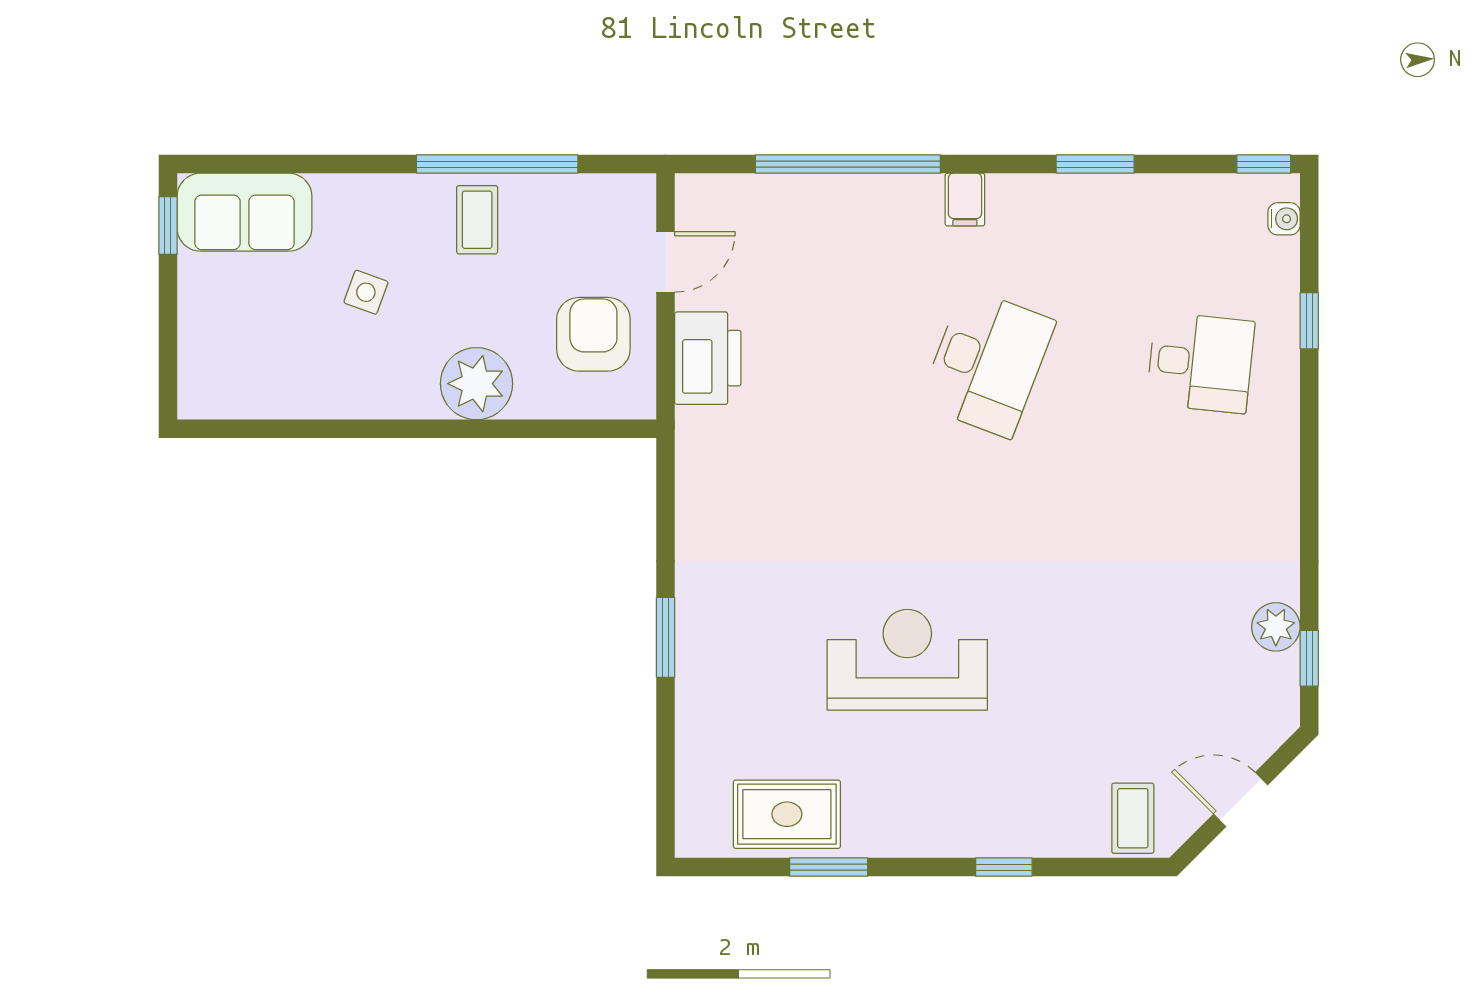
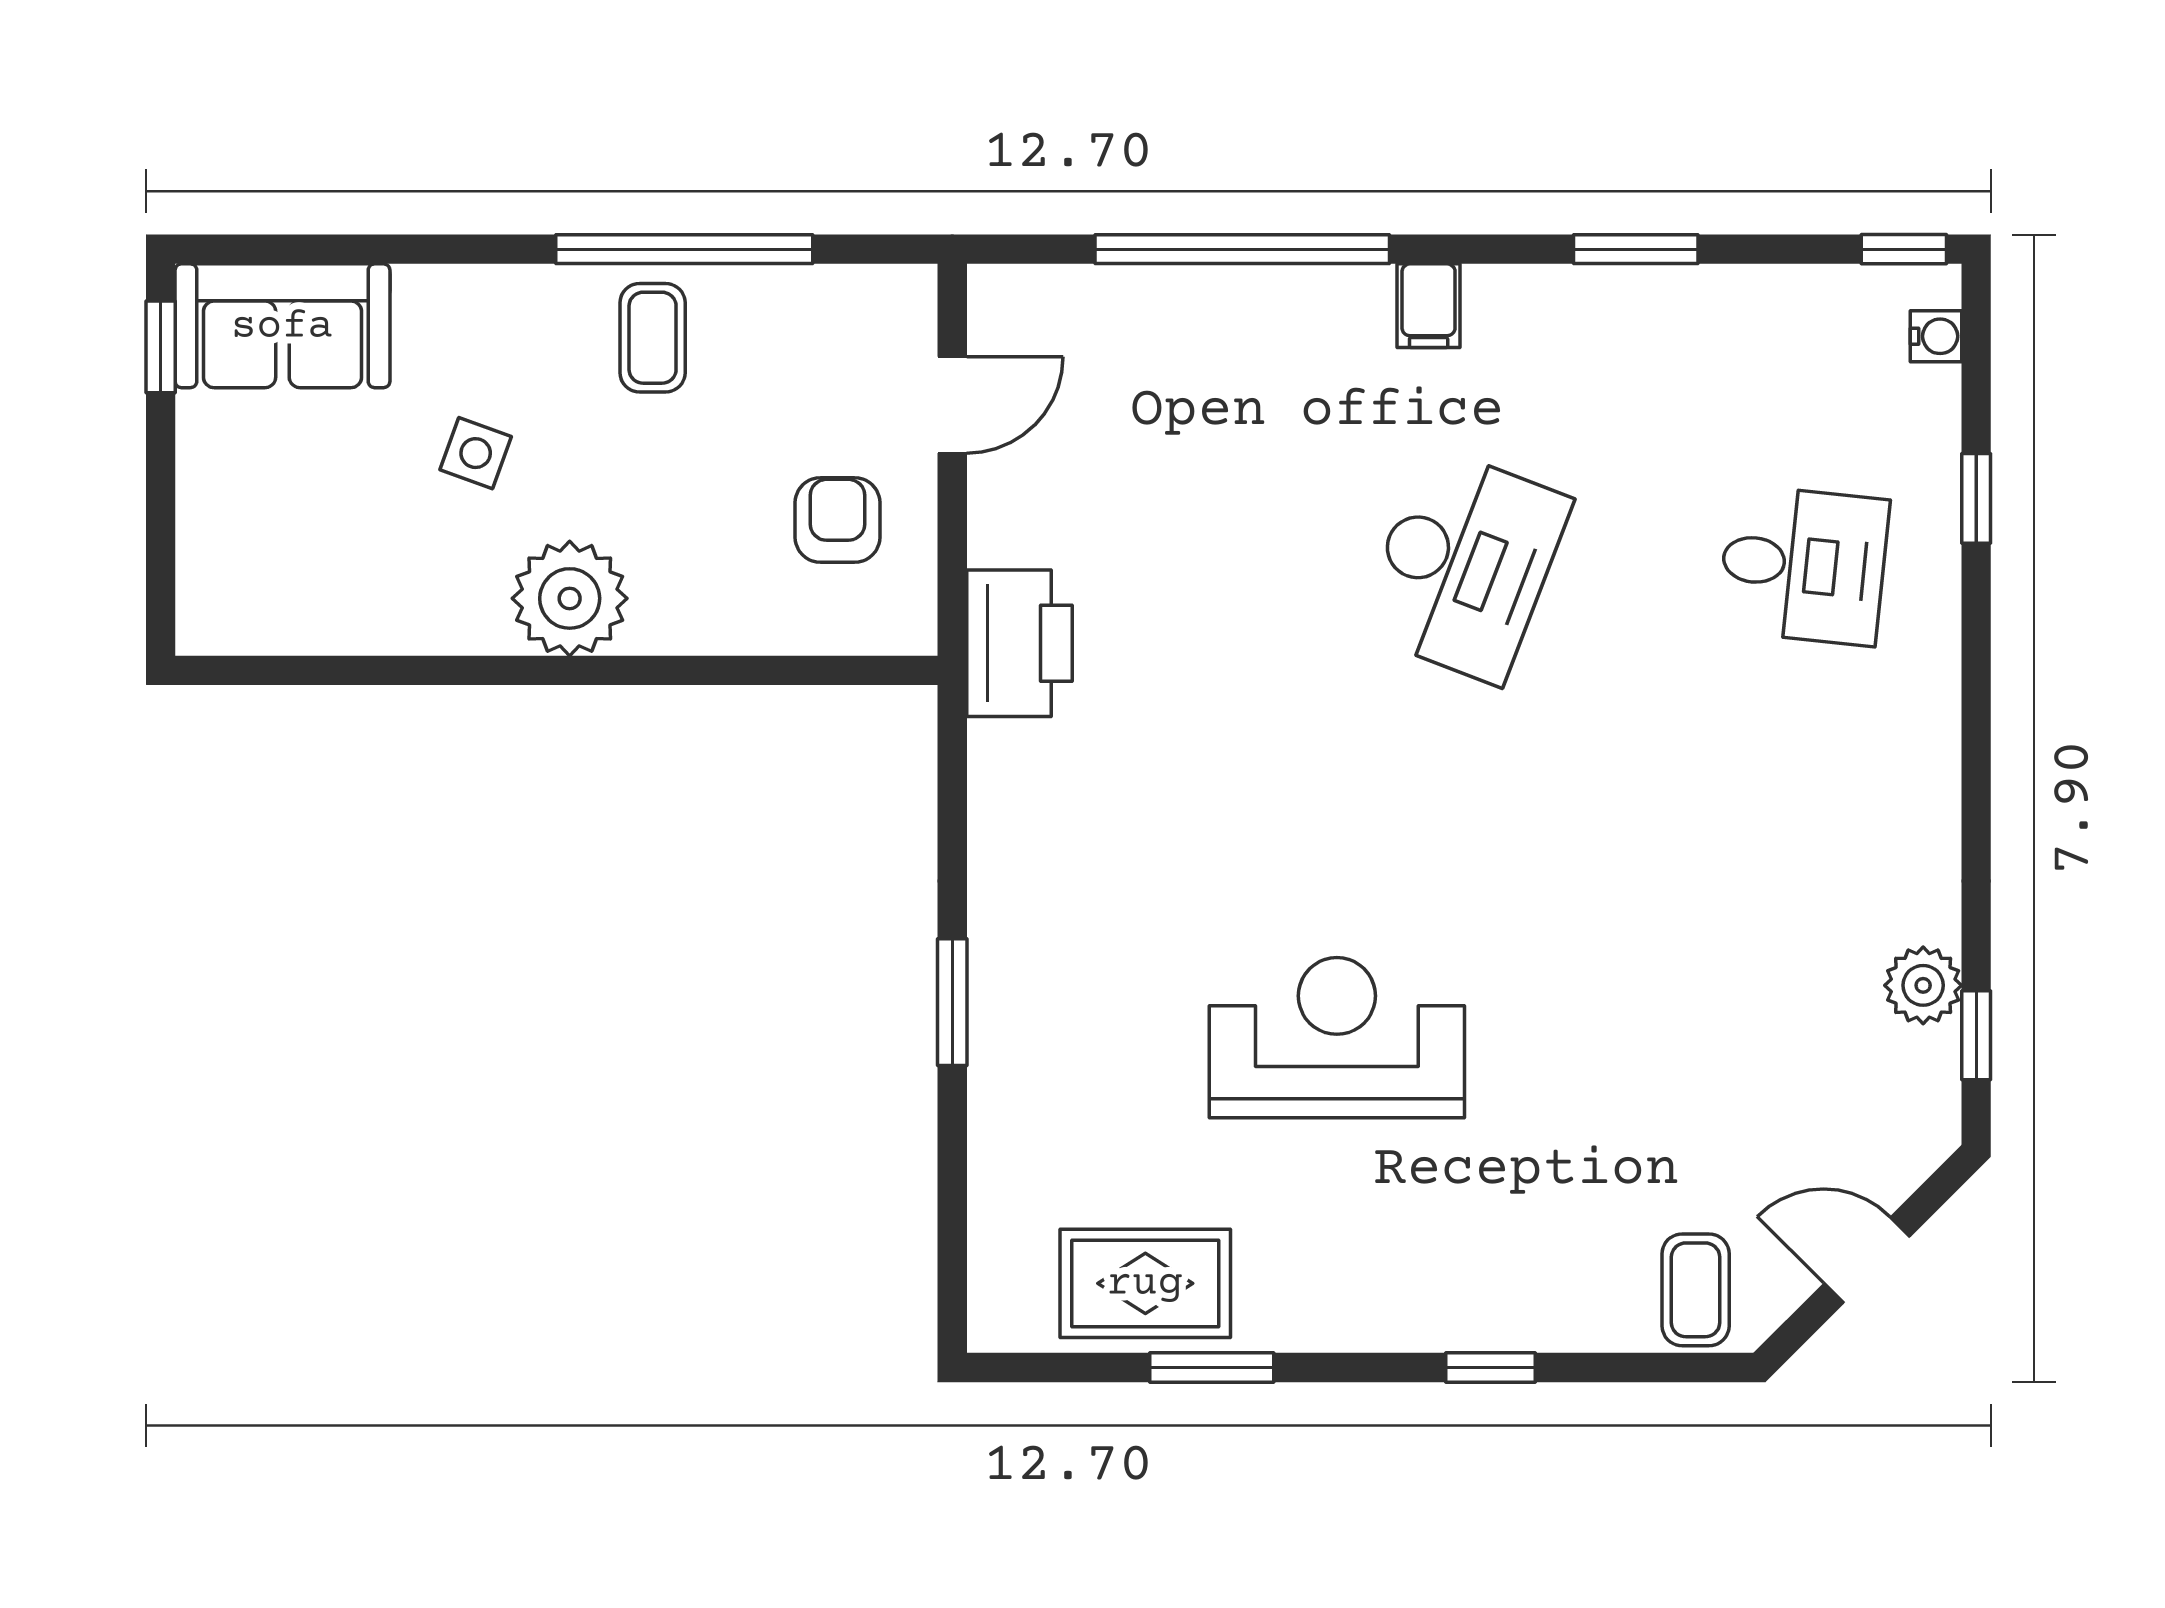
armchair: (593, 334) -> (837, 520), width x0.72, depth x0.72
printer: (708, 358) -> (1019, 643), moved
plant: (476, 384) -> (570, 598), moved

